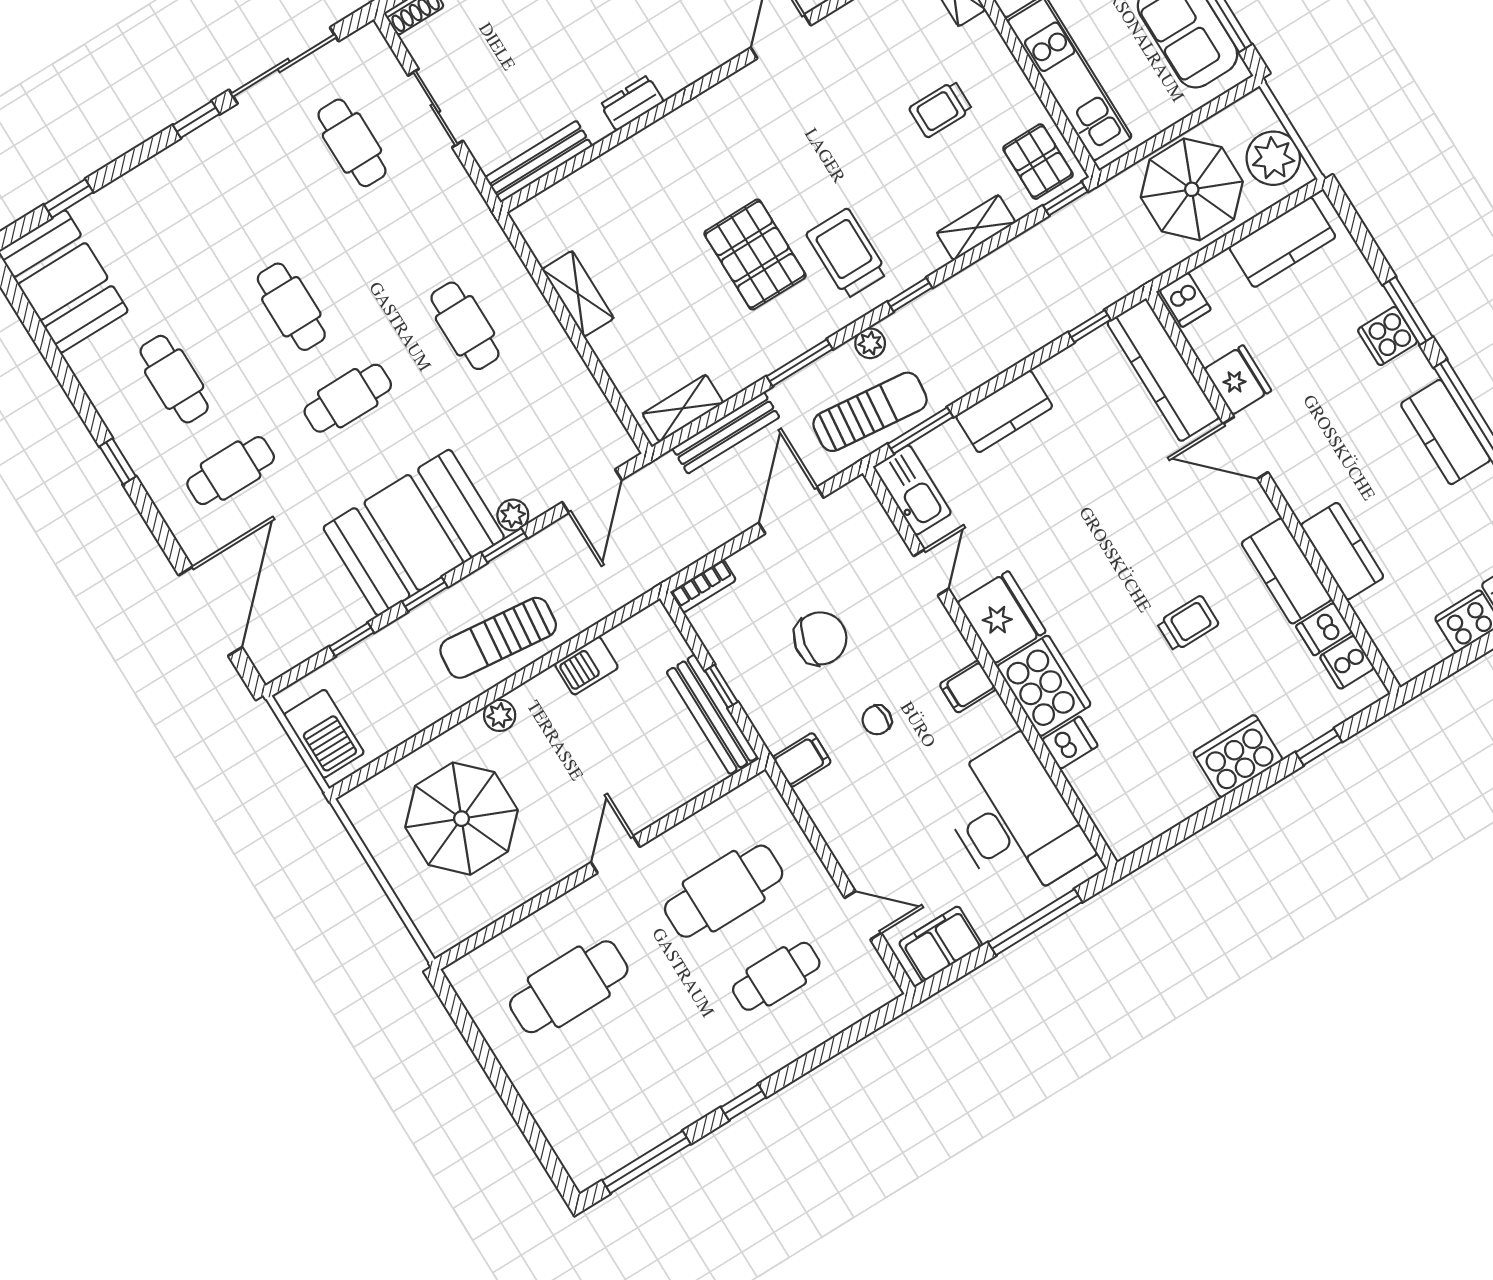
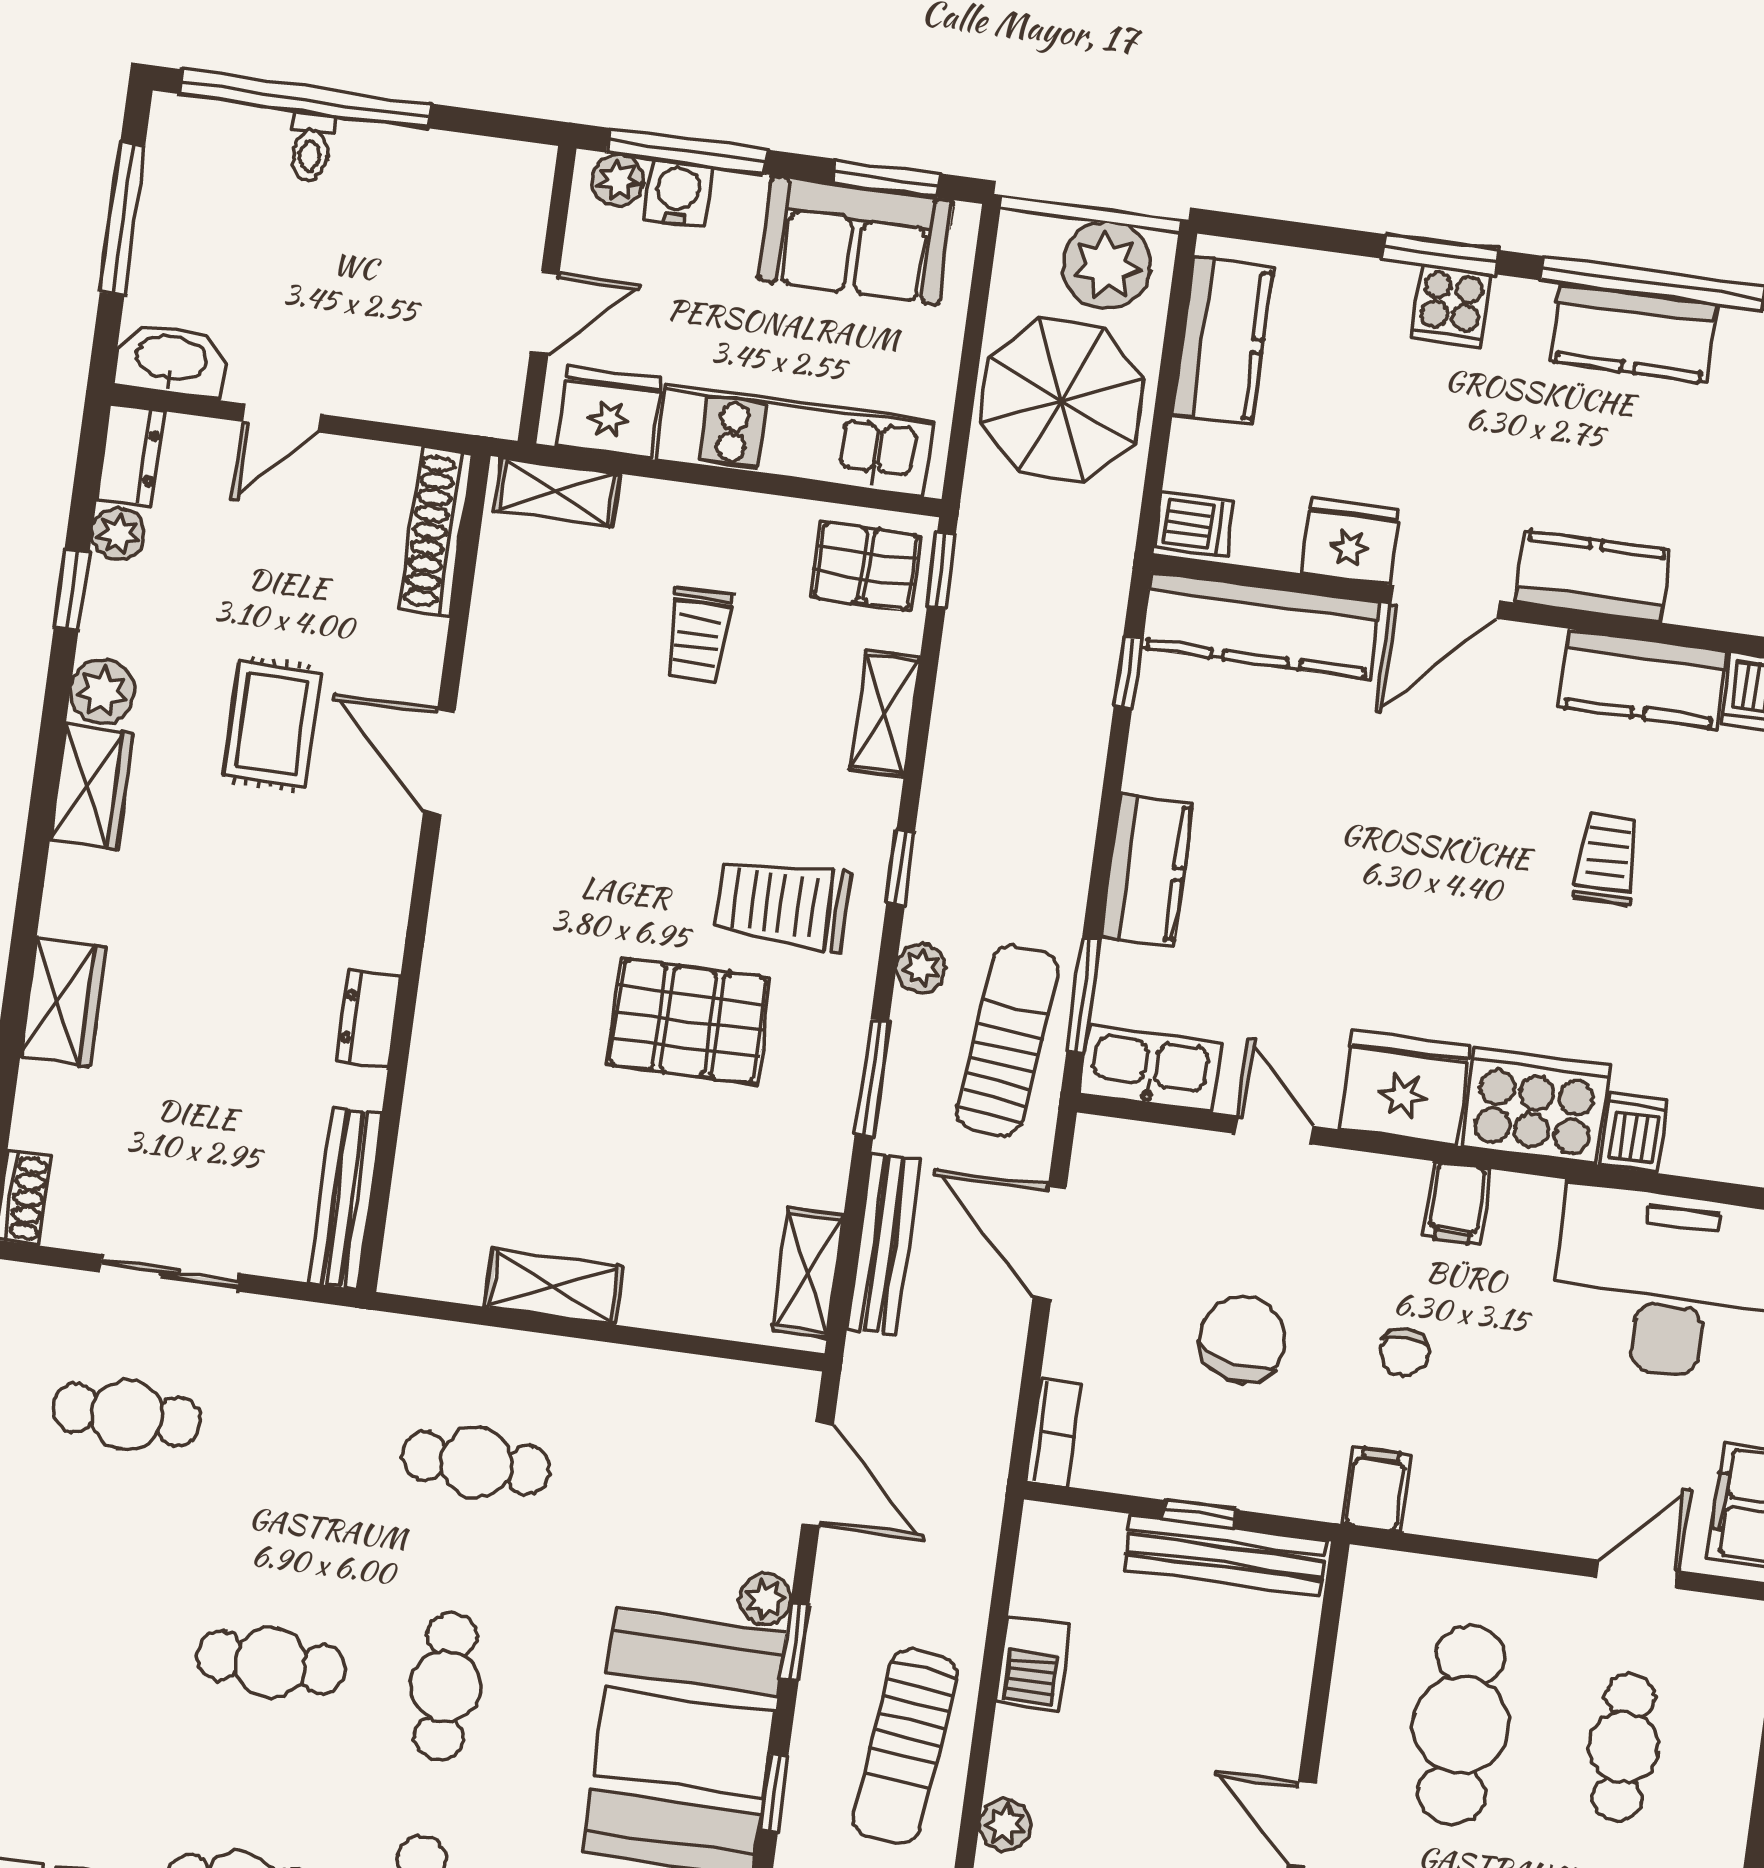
kitchen counter: (1342, 551) -> (1592, 576), moved

